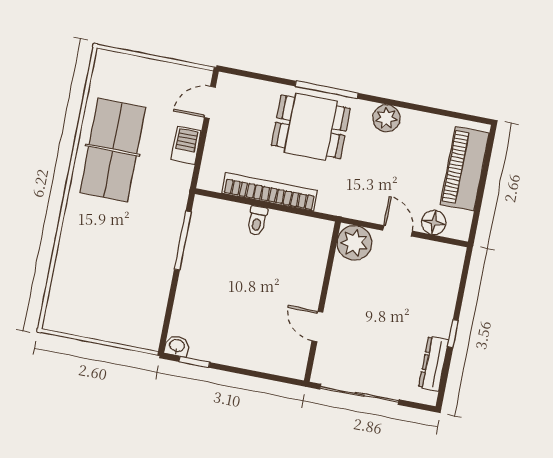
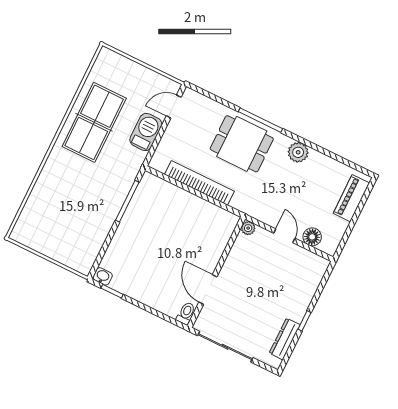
barbecue: (186, 145) -> (146, 132), width x1.38, depth x1.27
piano: (465, 169) -> (351, 198), width x0.73, depth x0.75
toilet: (257, 221) -> (186, 313), moved, turned 180
plant: (354, 243) -> (248, 228), width x0.53, depth x0.53
door: (317, 326) -> (208, 289), width x1.38

